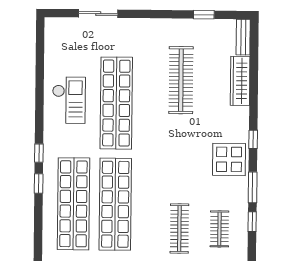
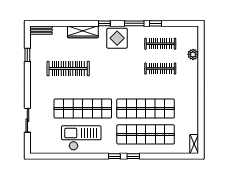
wardrobe: (240, 81) -> (83, 32), moved
checkout: (69, 100) -> (81, 138), width x1.36, depth x1.21
clothes rail: (219, 229) -> (160, 44), width x1.36

